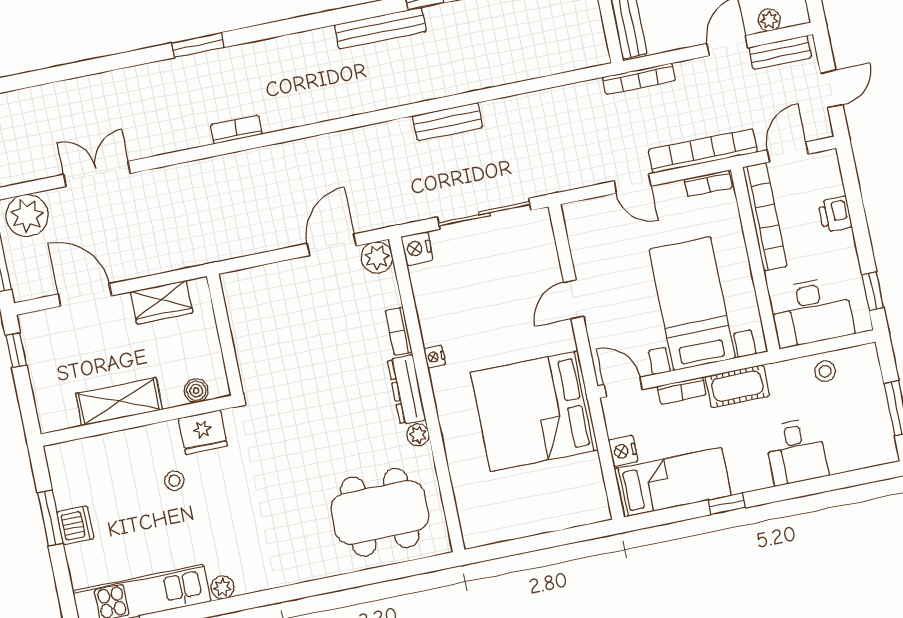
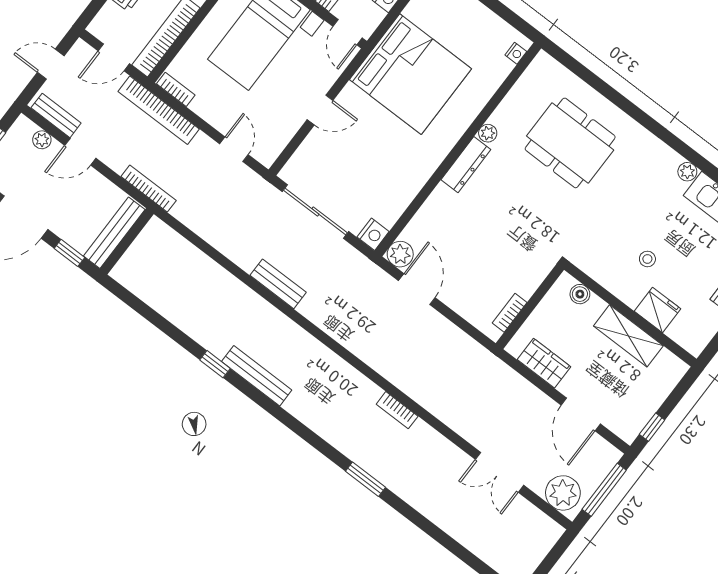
door: (633, 184) -> (234, 149), moved
door: (332, 245) -> (417, 289), swing flipped
bookcase: (399, 331) -> (510, 313), moved, turned 180
nightstand: (435, 357) -> (516, 53), moved
fridge: (203, 432) -> (658, 310), moved
dining table: (380, 512) -> (570, 143), moved

